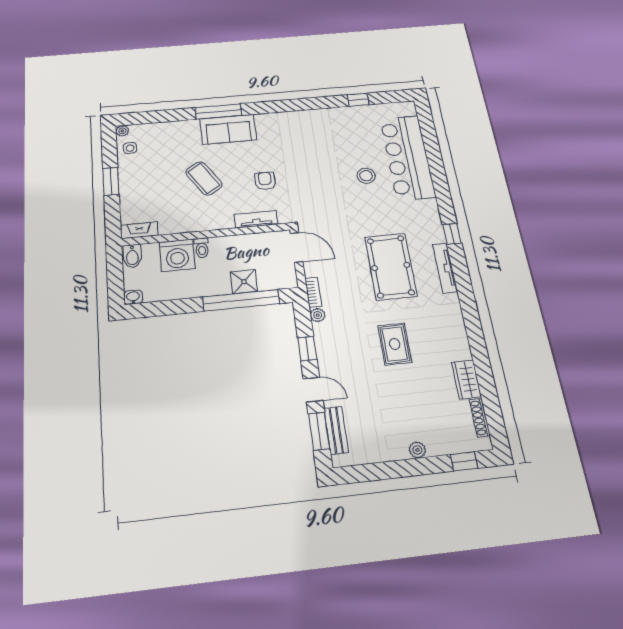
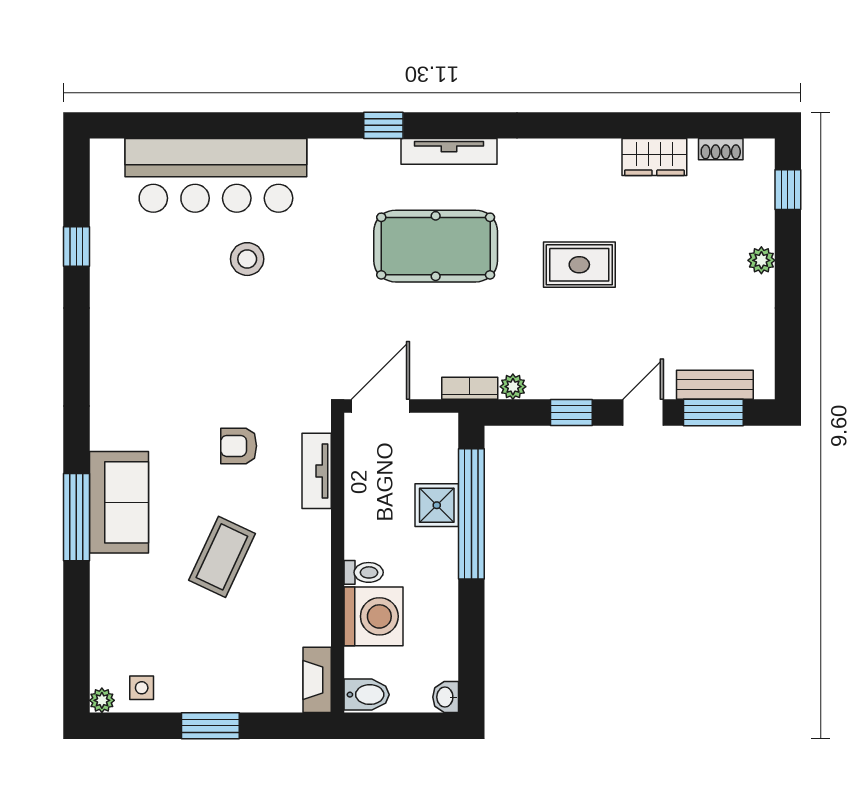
coffee table: (204, 178) -> (222, 557), turned -33
shoe rack: (480, 418) -> (721, 149), width x0.70

